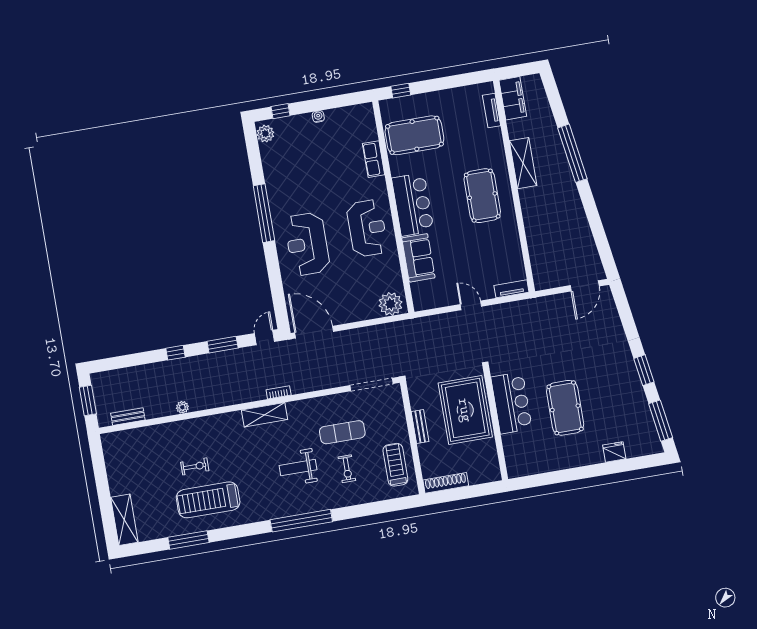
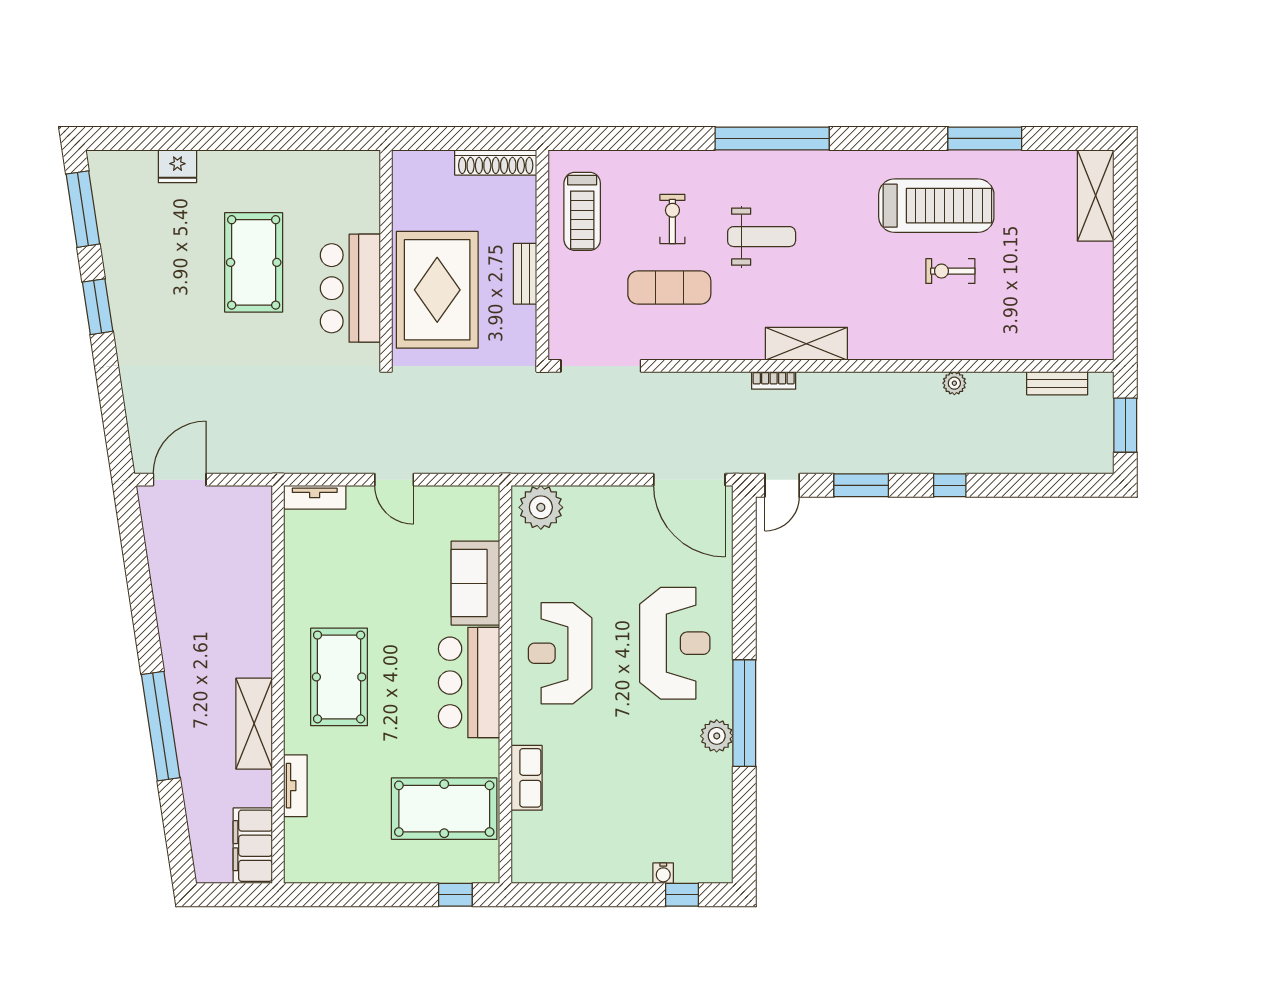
tv unit: (491, 110) -> (295, 786), moved
water cooler: (318, 116) -> (663, 873), moved
plant: (265, 134) -> (717, 736), moved

